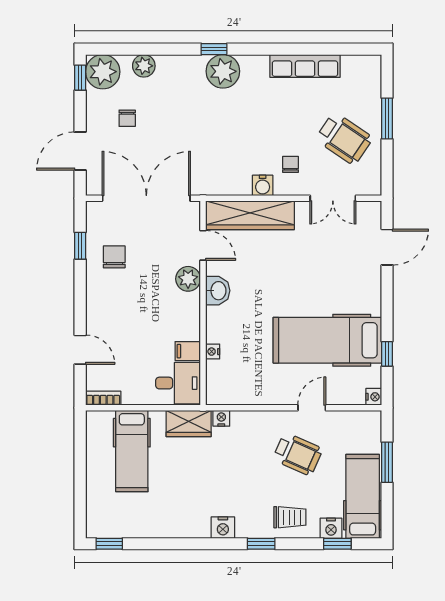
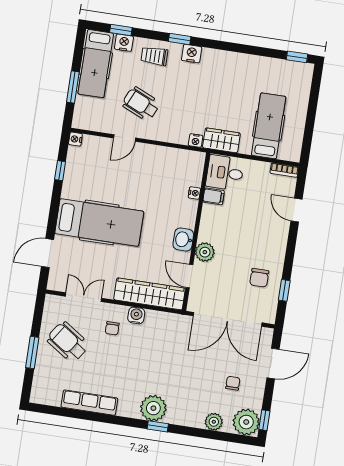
hospital bed: (327, 340) -> (99, 222), moved
nightstand: (223, 528) -> (192, 54), moved

